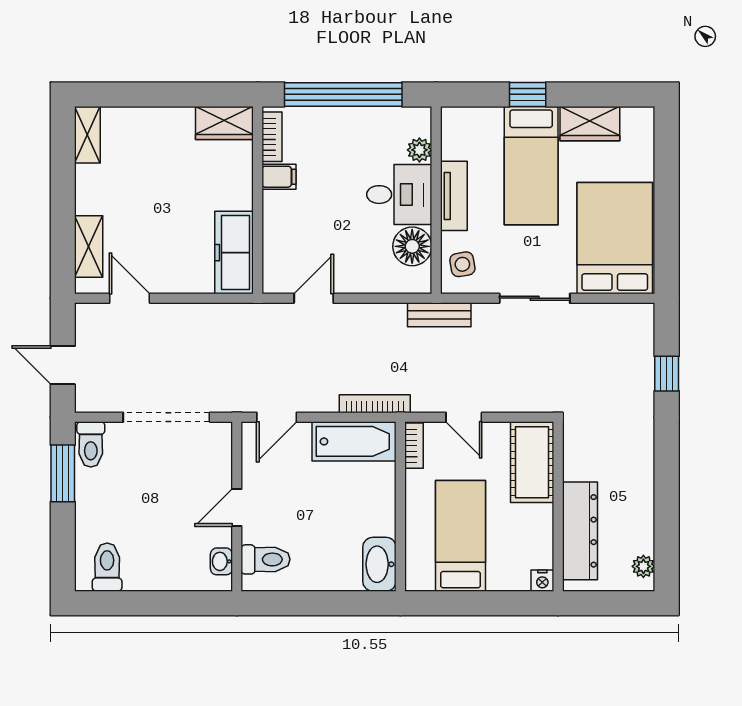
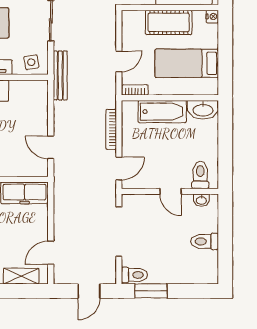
floor lamp: (412, 246) -> (21, 91), removed
bench: (439, 315) -> (60, 75), width x1.36
bookcase: (375, 404) -> (111, 129), moved
door: (277, 417) -> (119, 169), hinge flipped
bathtub: (354, 441) -> (162, 112), moved, turned 90
cot: (532, 462) -> (169, 22), moved
toilet: (107, 567) -> (205, 241), moved

